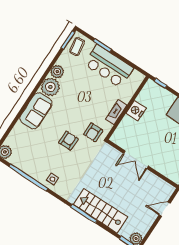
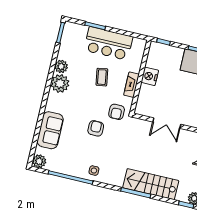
coffee table: (77, 47) -> (102, 77), moved
sofa: (36, 111) -> (50, 130), moved

